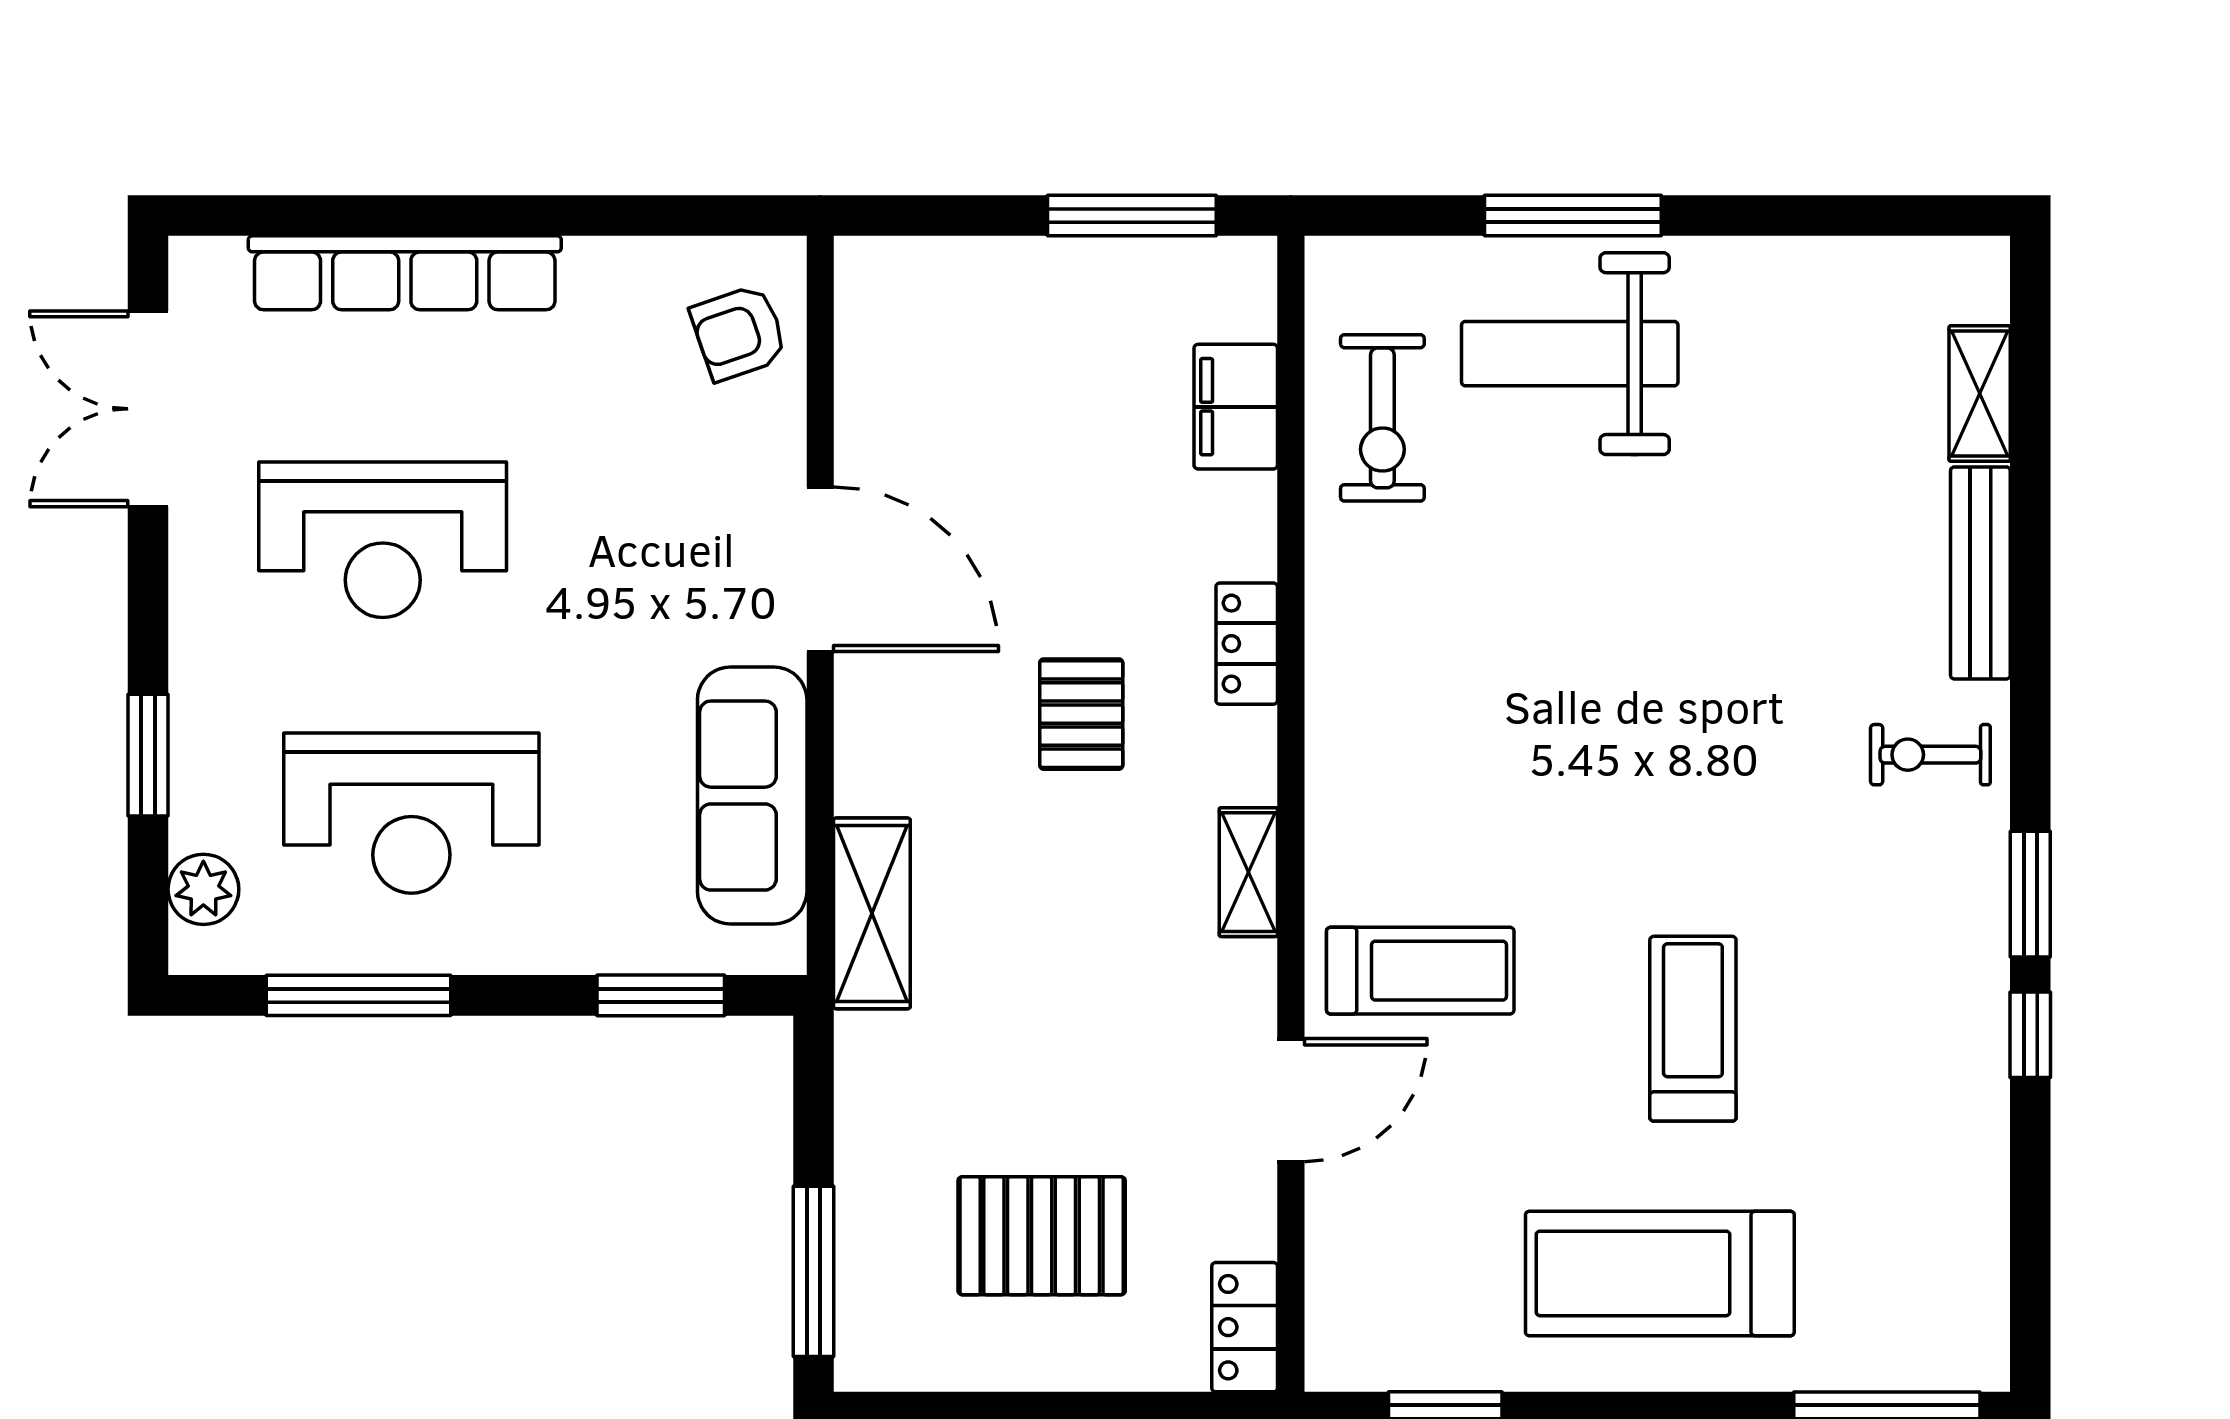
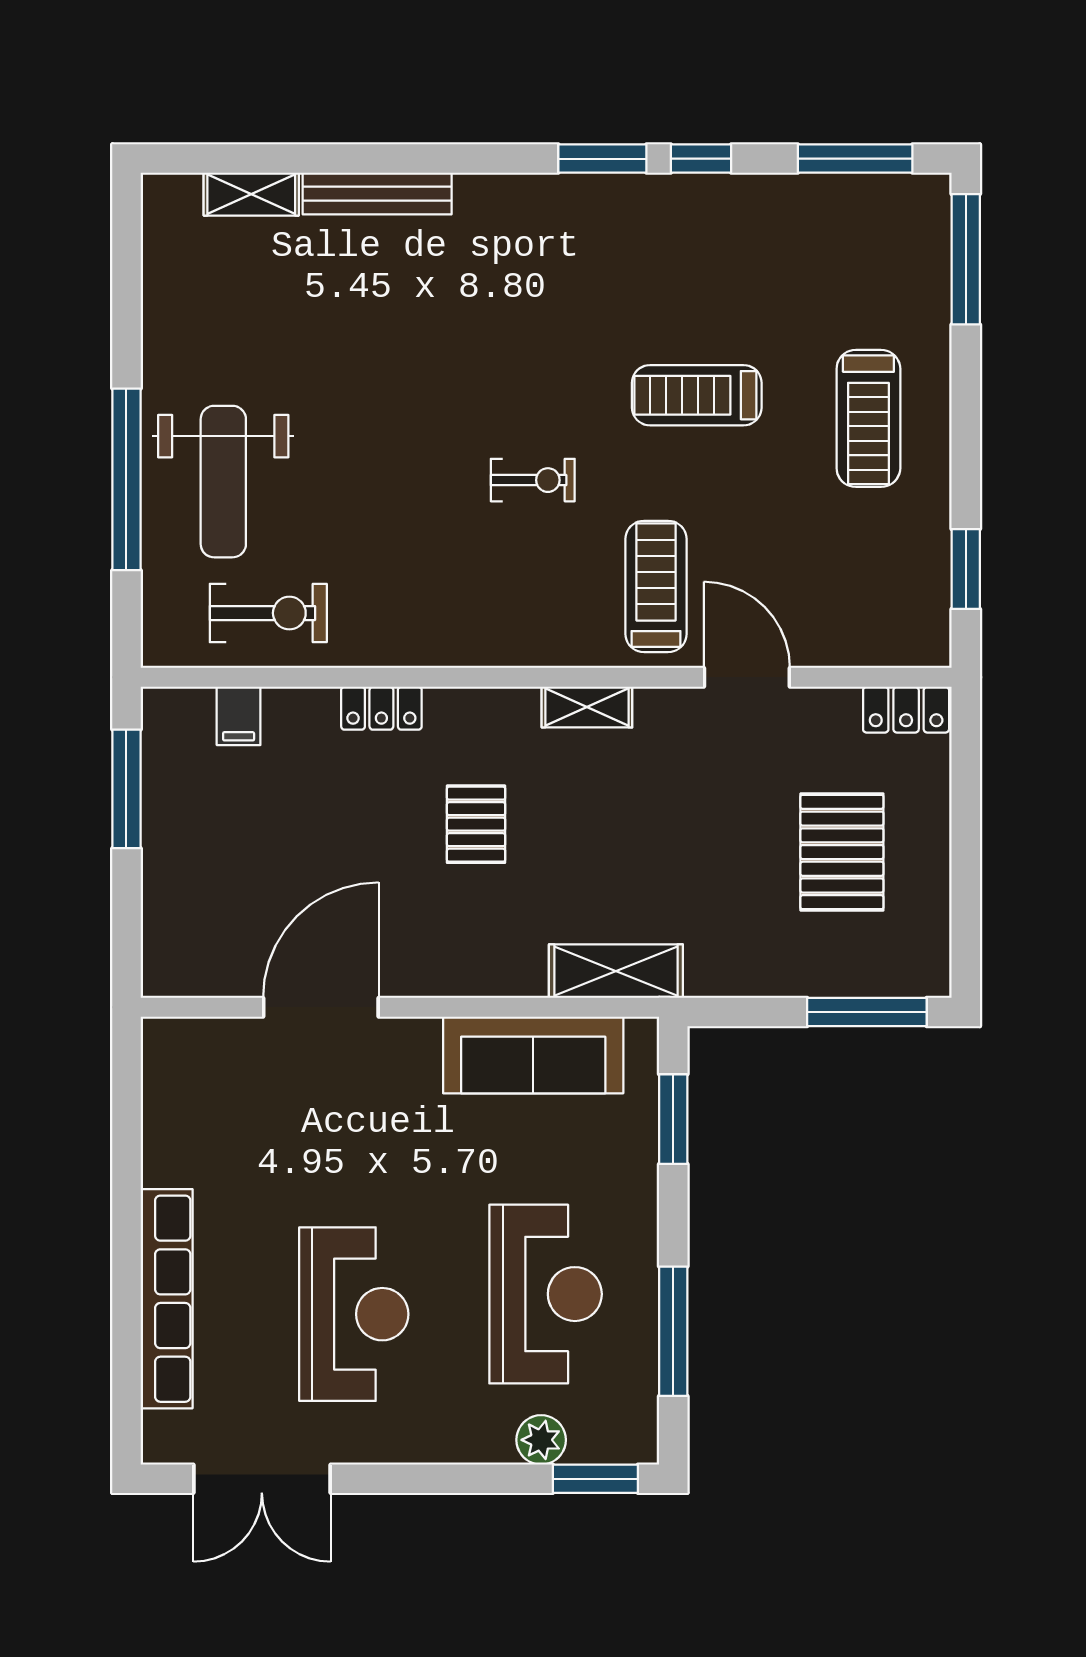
window: (1573, 216) -> (126, 479), width x1.46
armchair: (739, 333) -> (209, 1064), removed
filing cabinet: (1236, 407) -> (239, 716), width x0.50
door: (820, 569) -> (321, 1007), moved
locker: (1247, 644) -> (381, 708), moved
pallet: (1081, 714) -> (476, 824), turned 90
window: (148, 755) -> (595, 1479), moved
exercise bike: (1930, 755) -> (533, 480), moved, turned -90
plant: (203, 889) -> (541, 1440), moved
window: (2030, 1255) -> (855, 159), added
treadmill: (1660, 1273) -> (868, 418), width x0.73, depth x0.73

